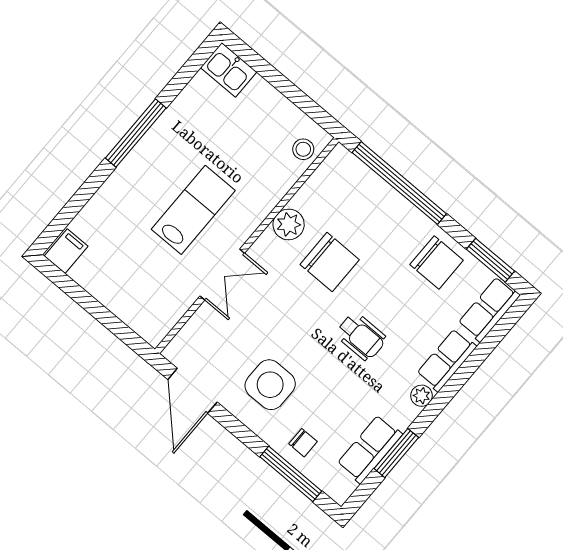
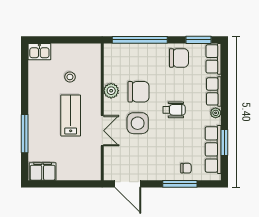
window: (136, 133) -> (25, 134), moved
stool: (303, 149) -> (70, 77), moved
filing cabinet: (66, 251) -> (43, 171), width x2.00
side table: (270, 385) -> (138, 123), moved
row of seats: (370, 449) -> (213, 149), width x1.48
window: (291, 474) -> (180, 184), moved

